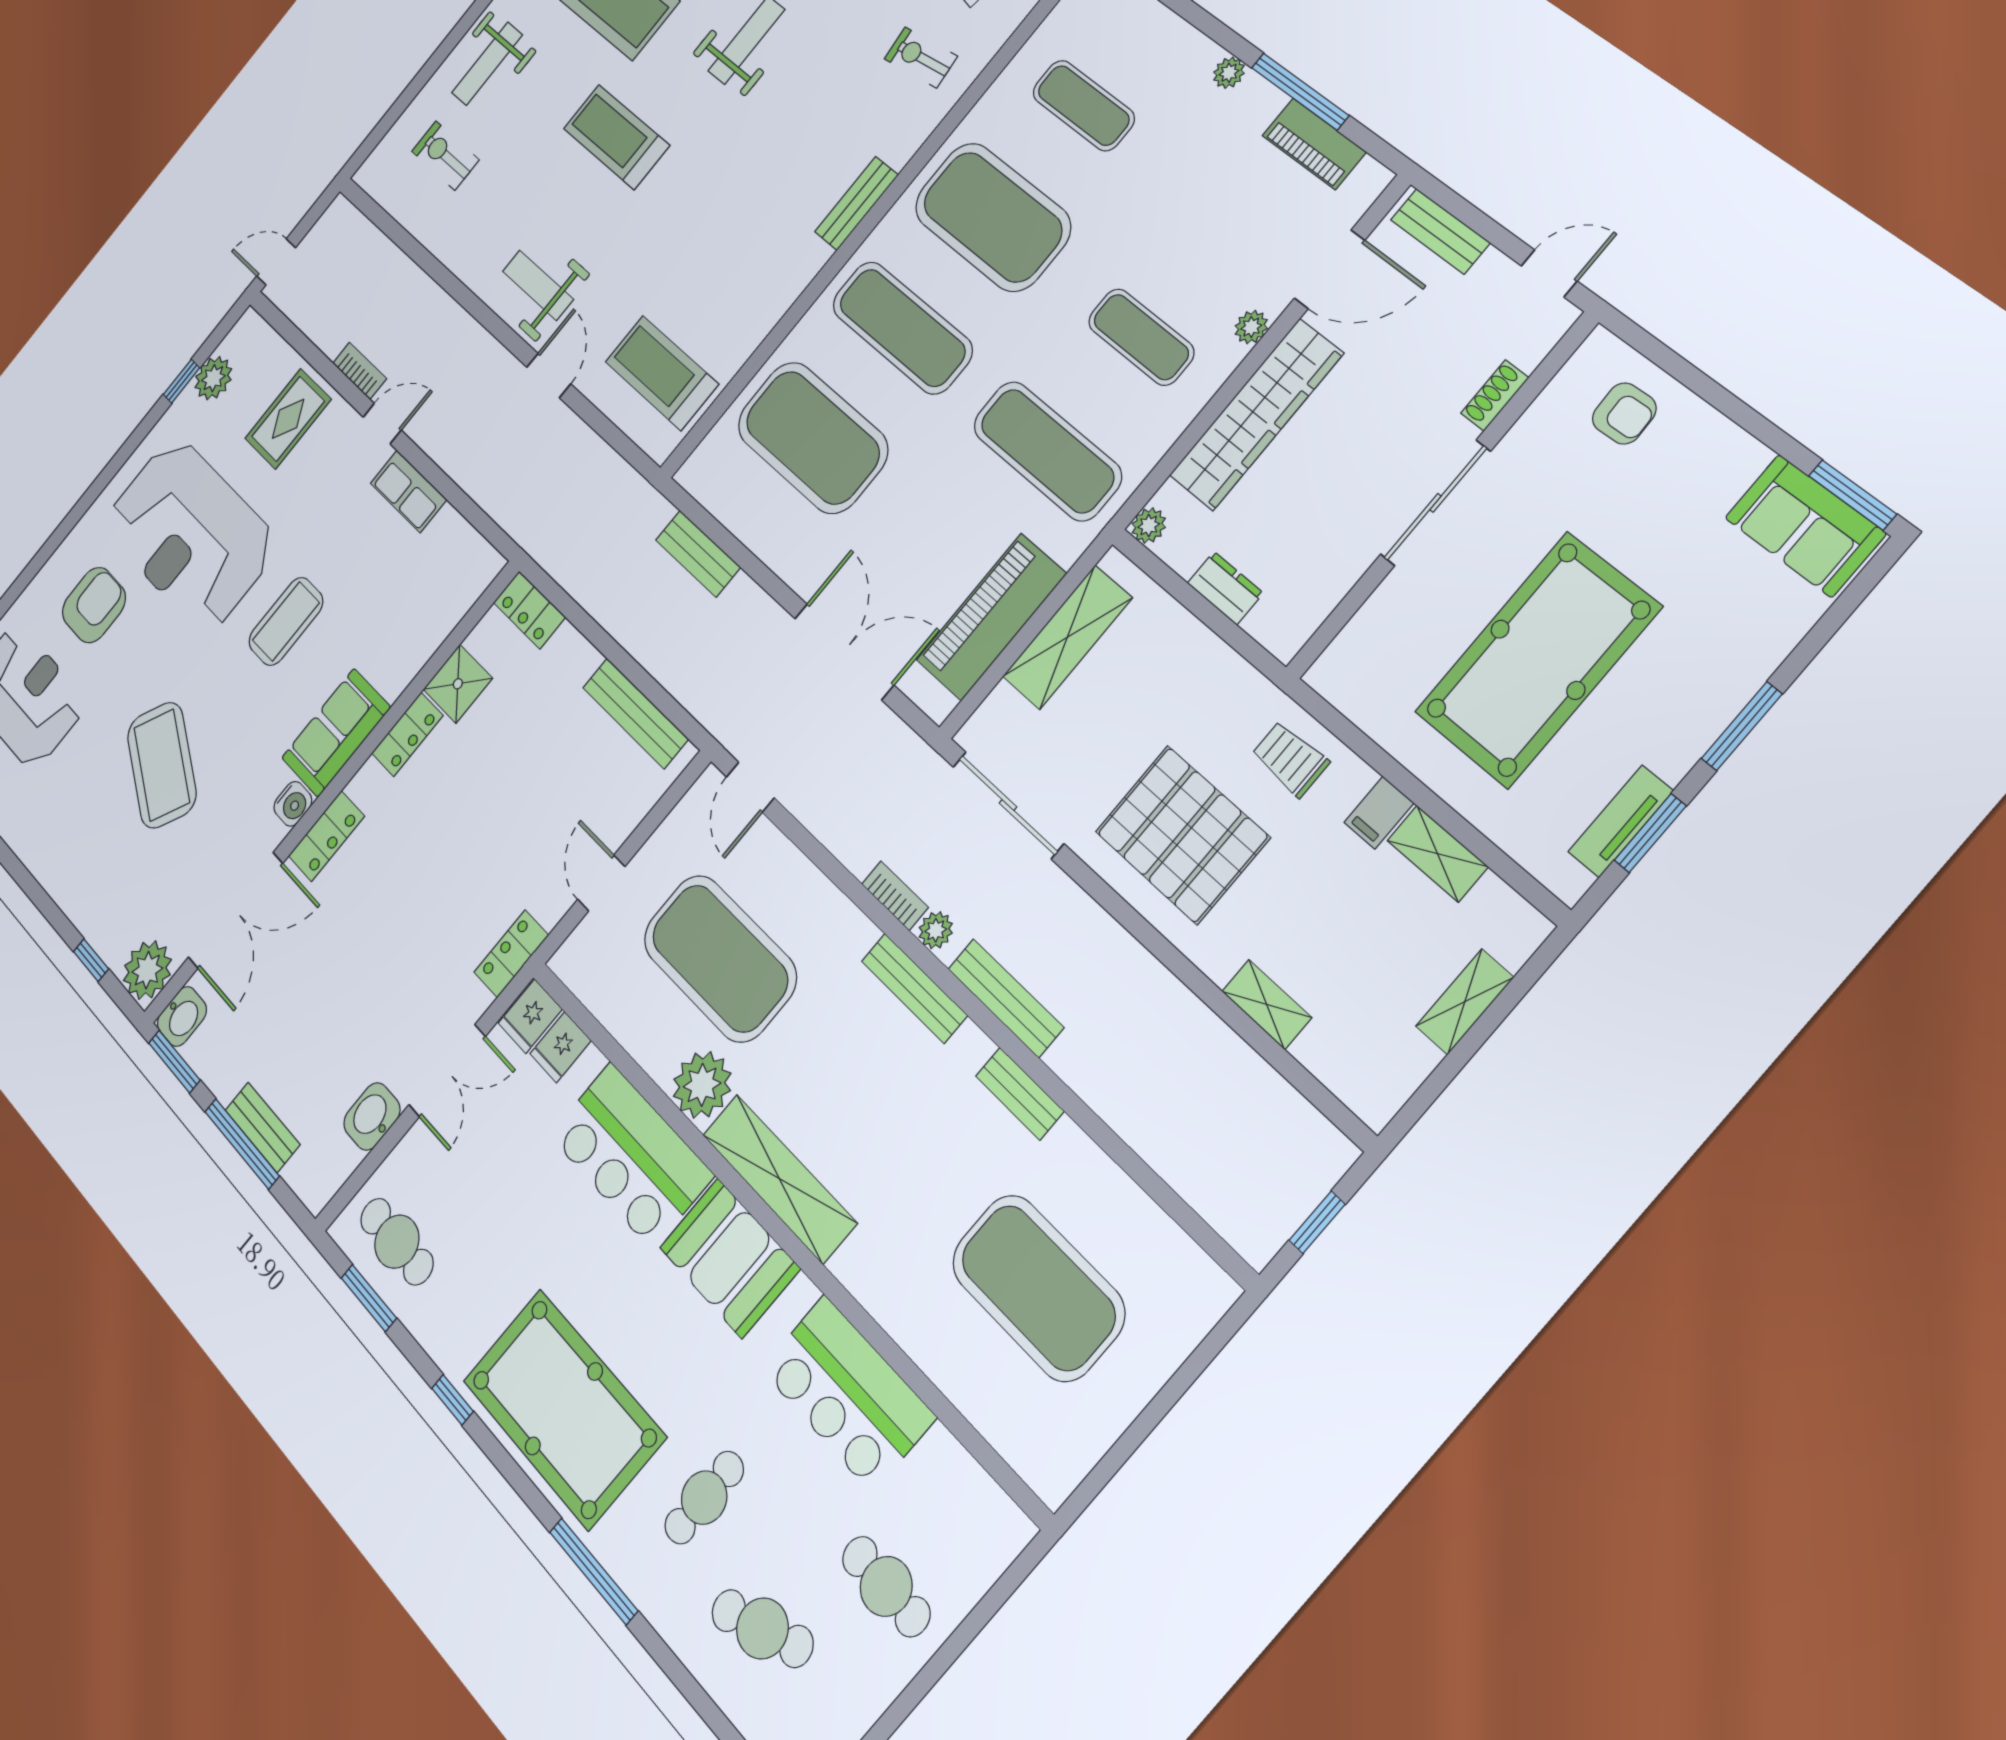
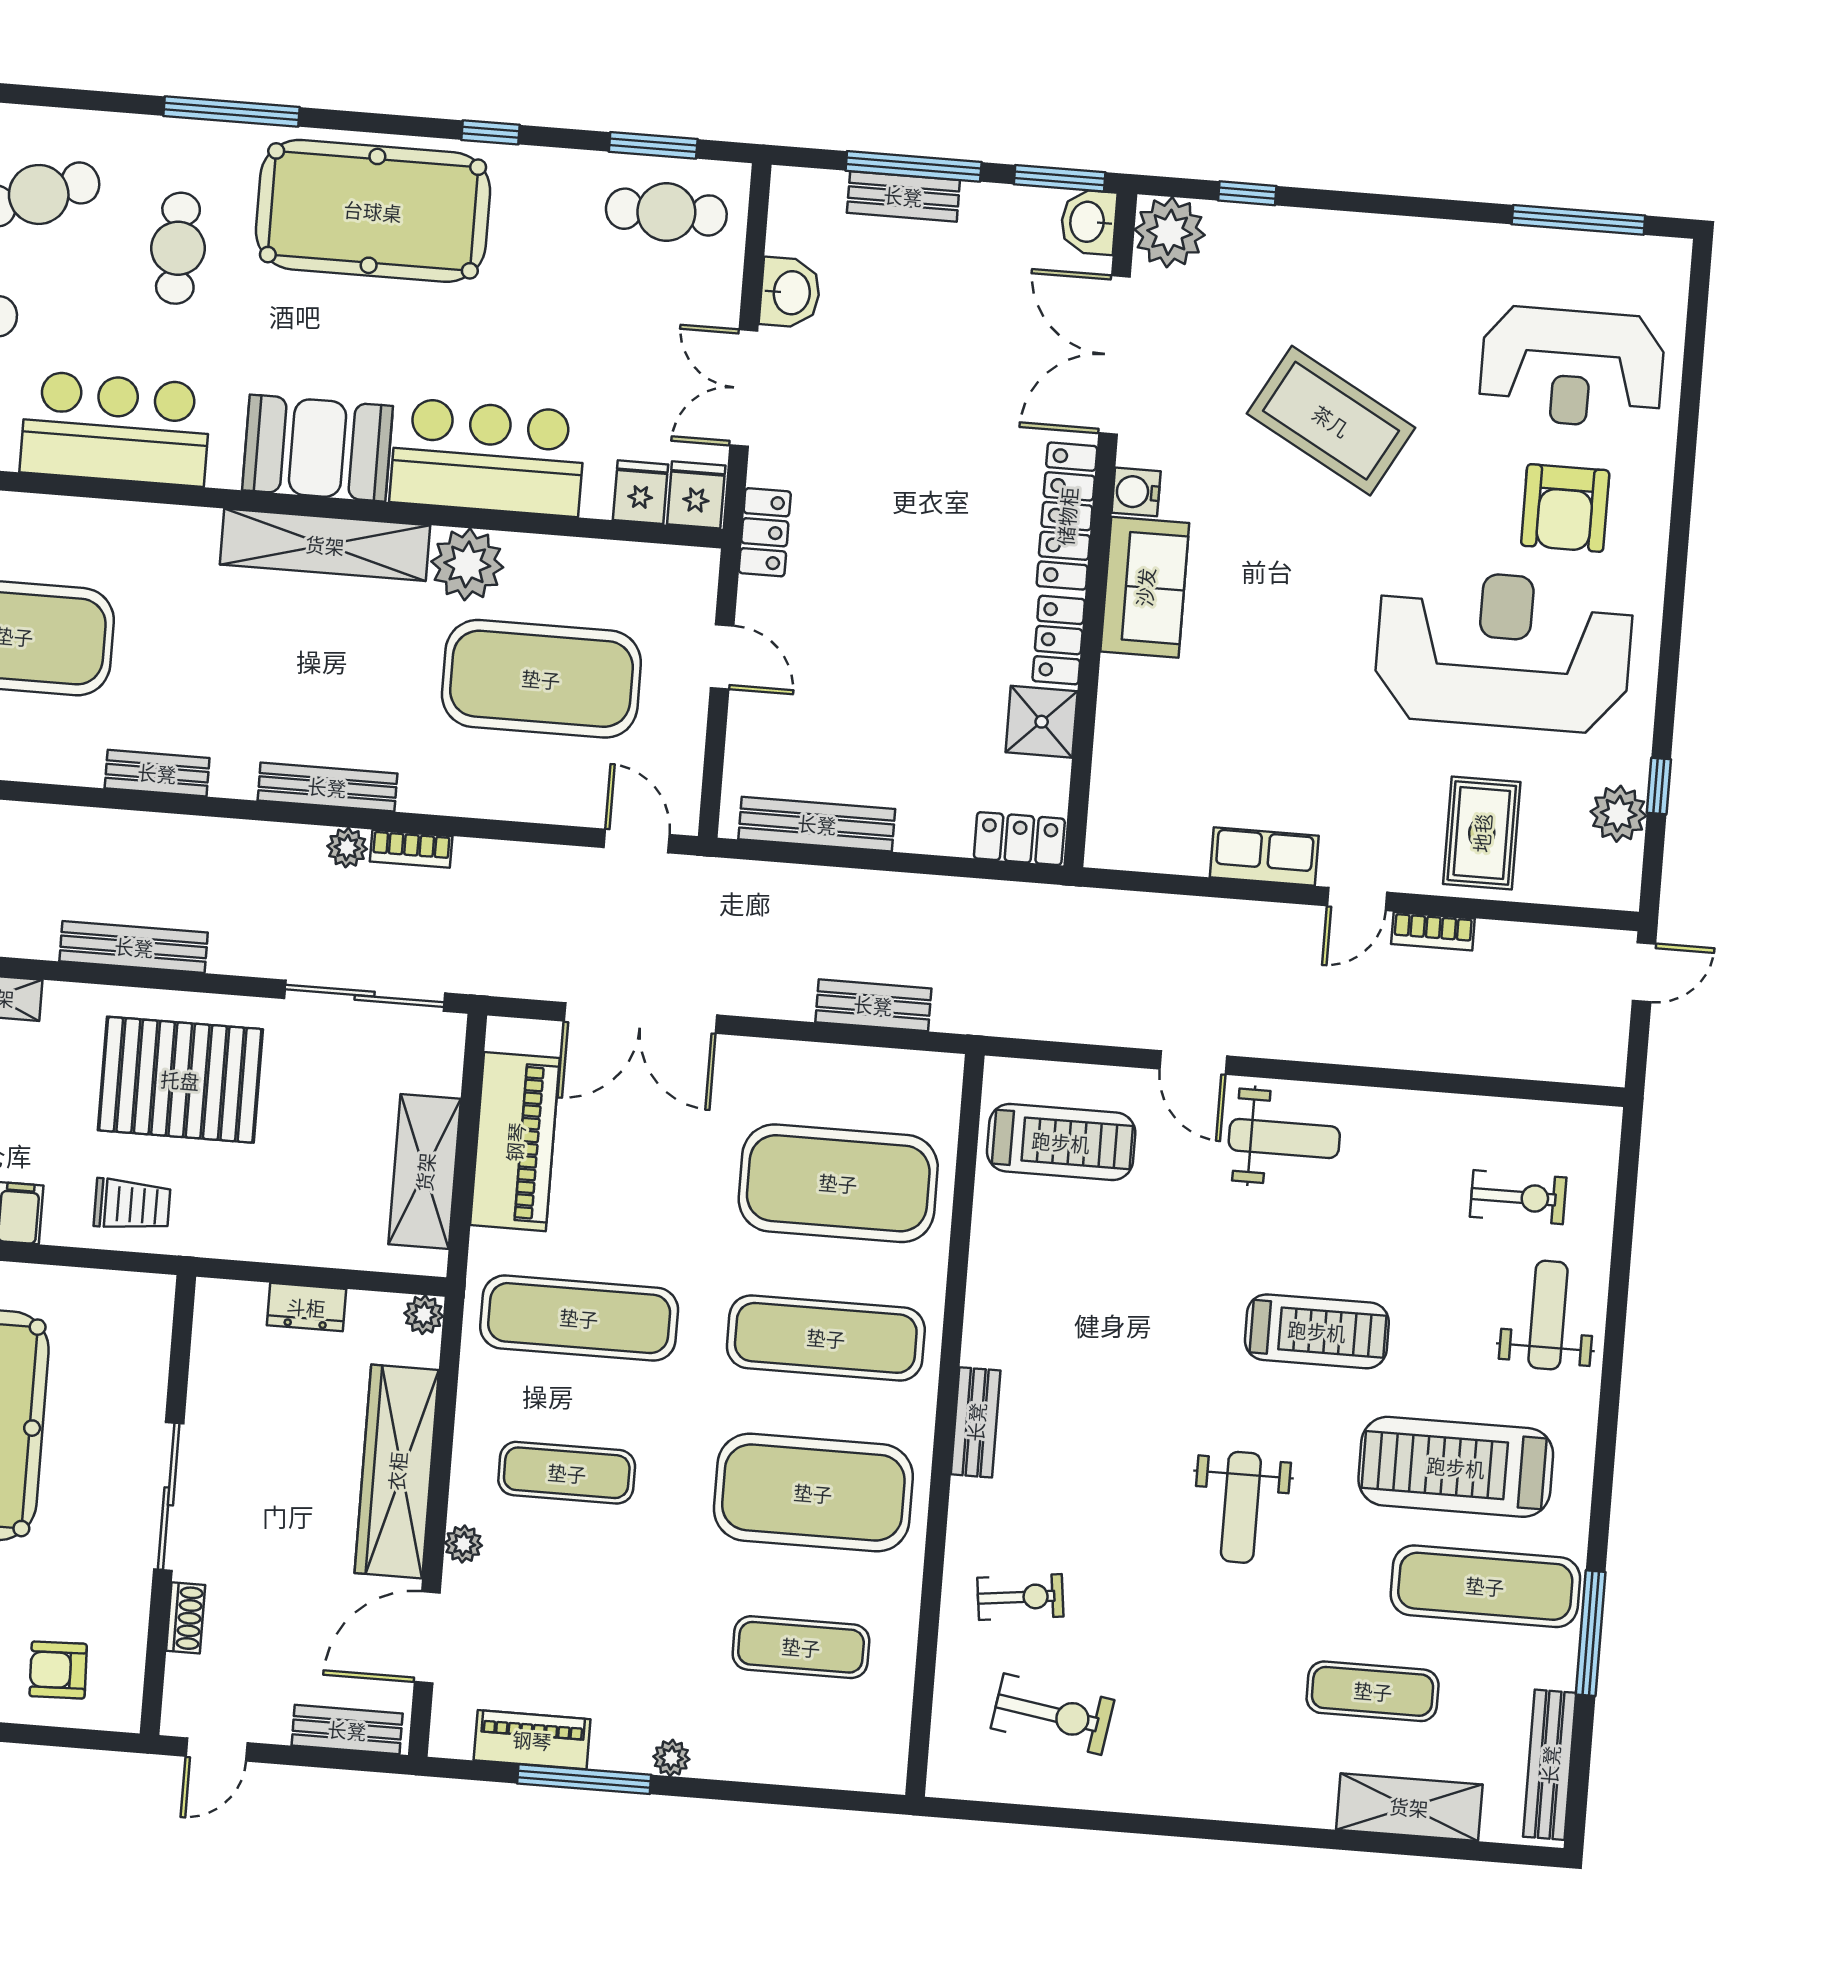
coffee table: (286, 621) -> (1302, 647), removed
locker: (326, 836) -> (1067, 516), width x1.53
bench: (1006, 998) -> (134, 947), moved

